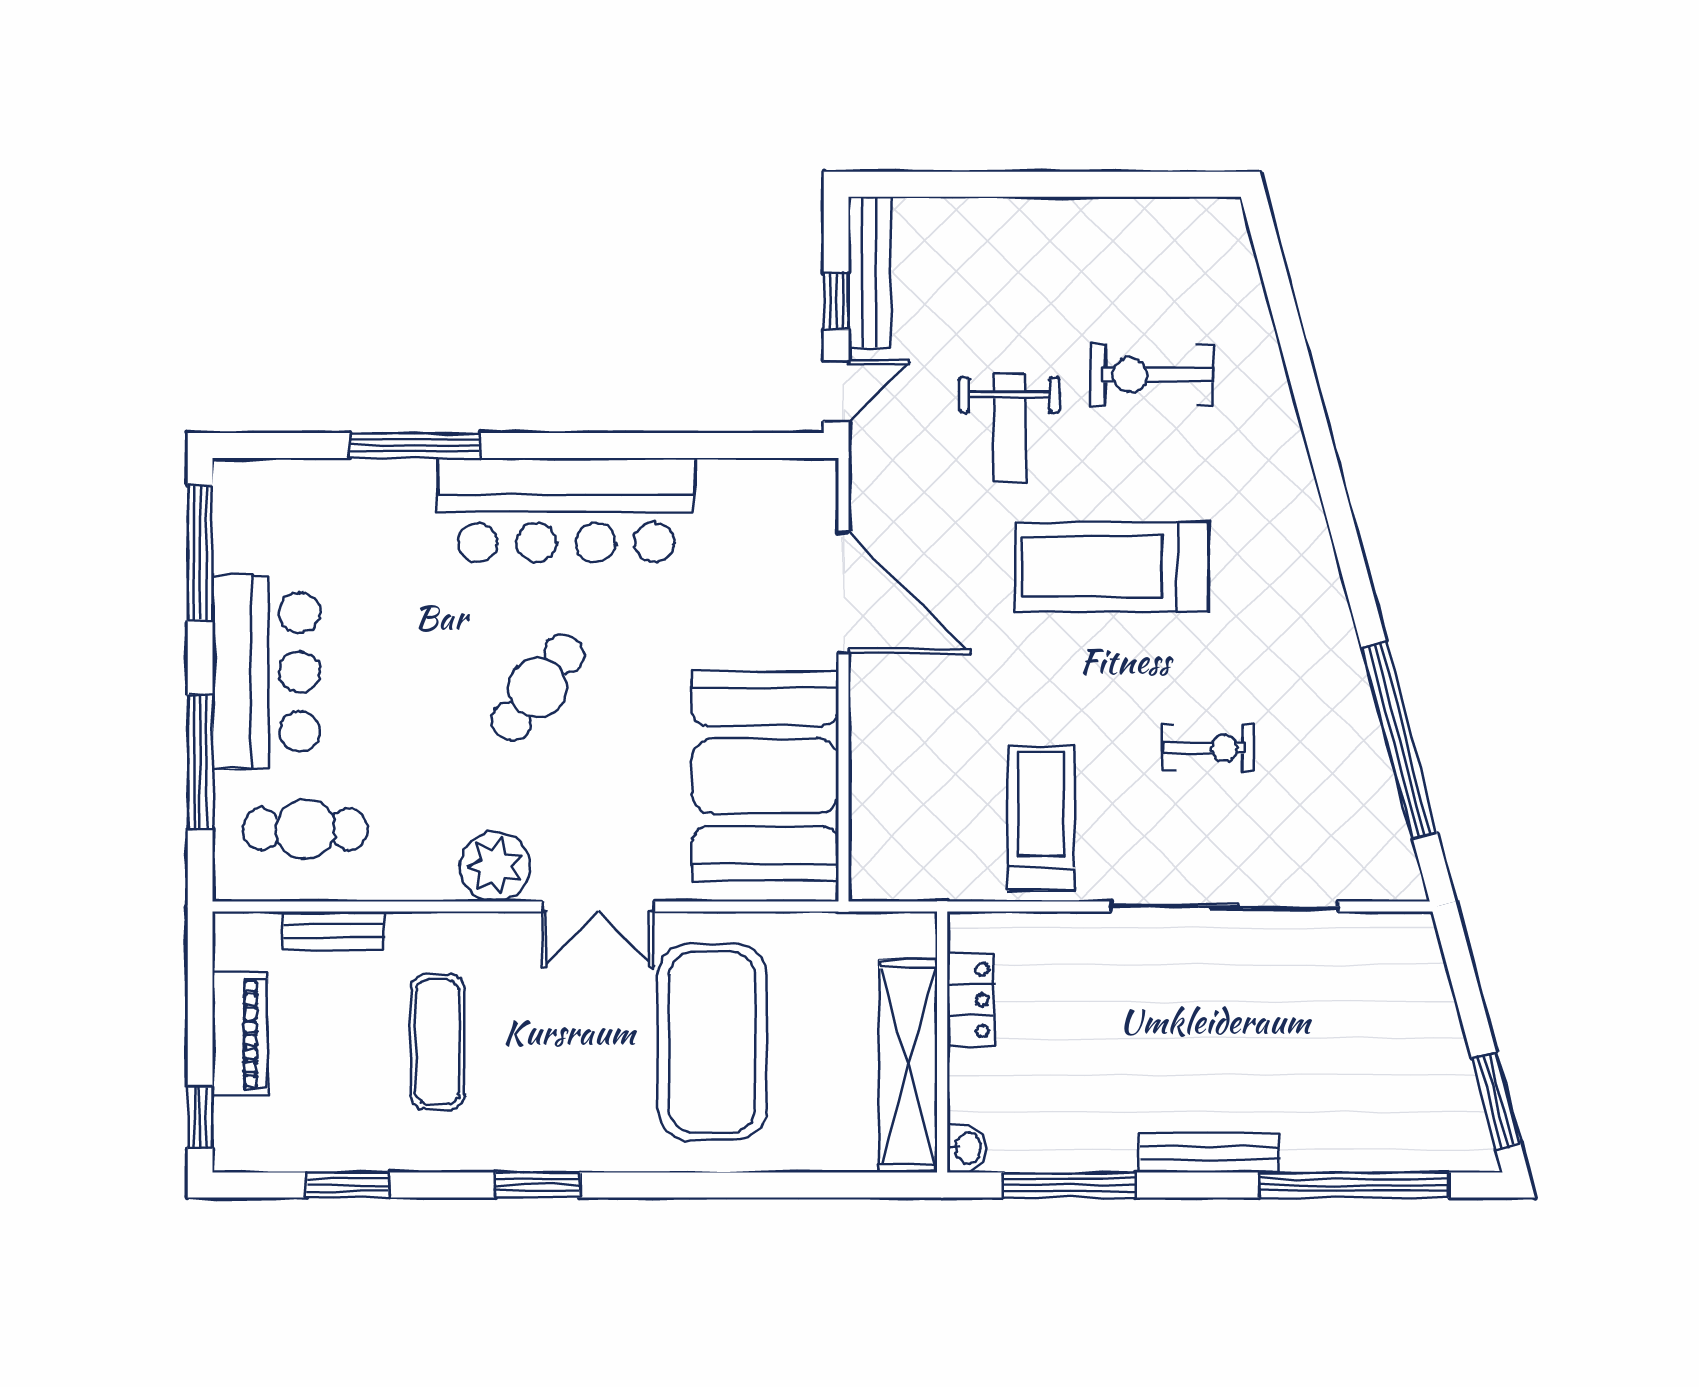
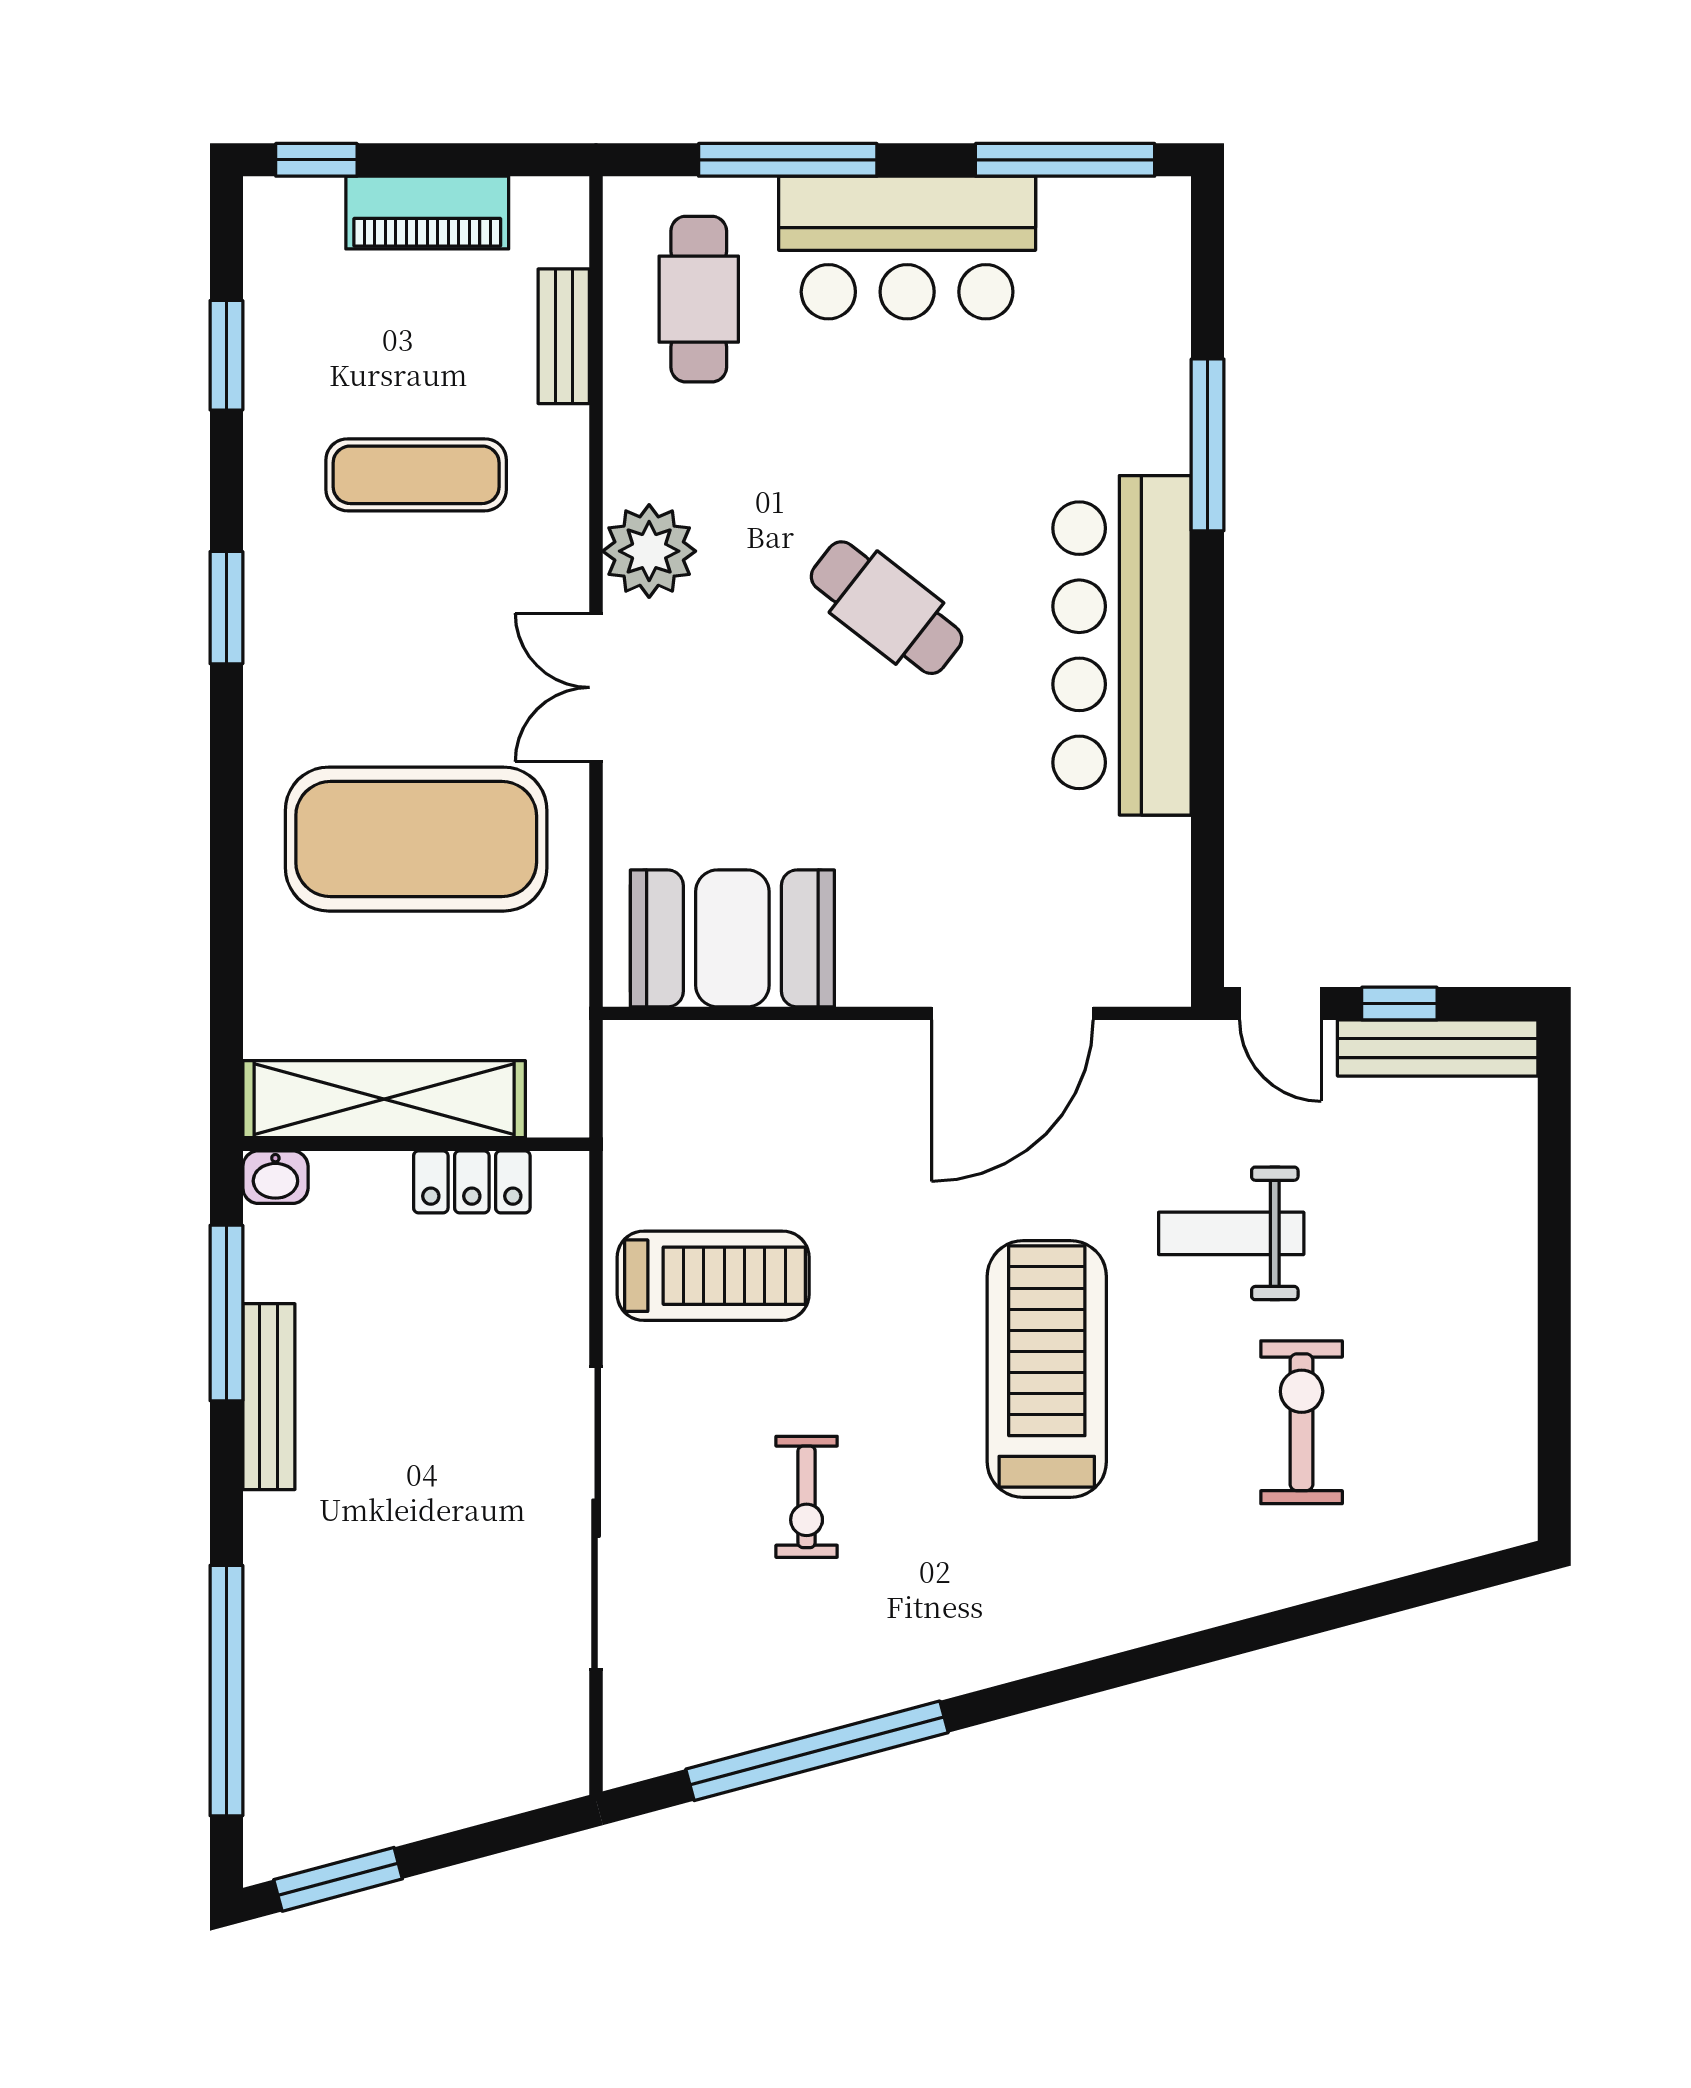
booth: (765, 776) -> (732, 938), width x0.73, depth x0.70
bench: (1209, 1153) -> (269, 1397), moved

